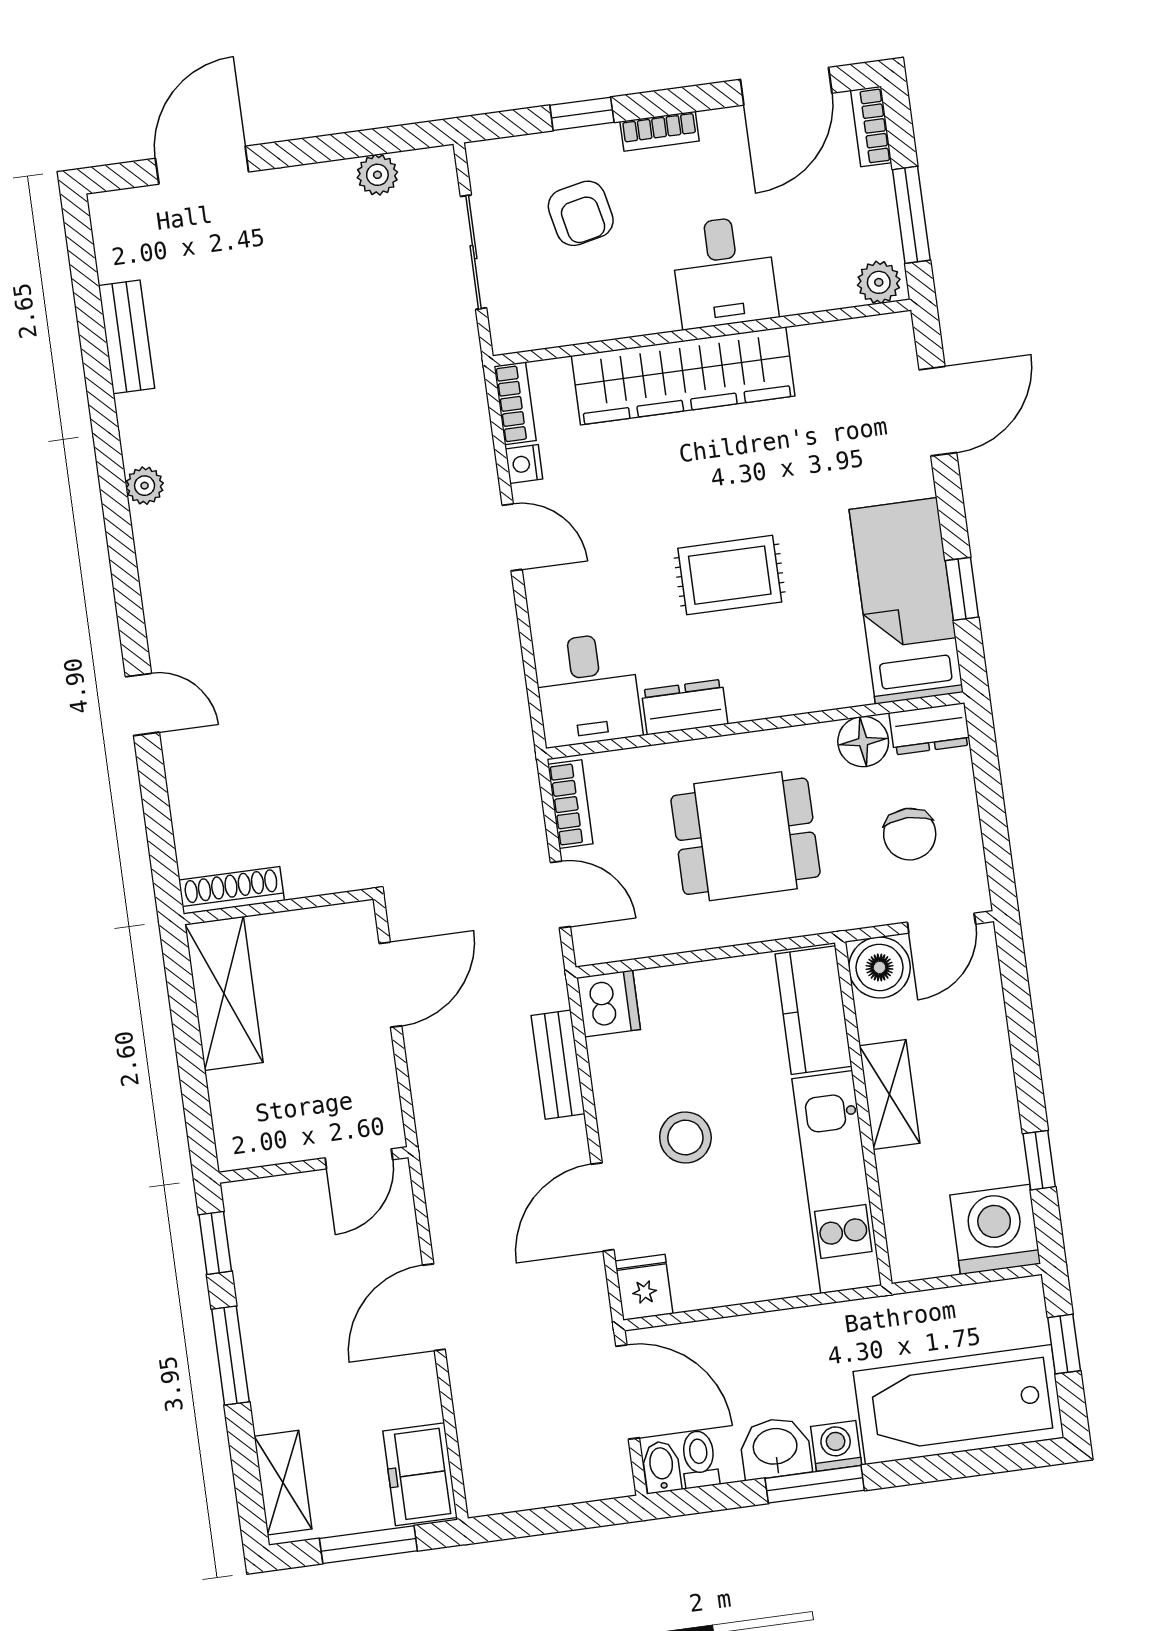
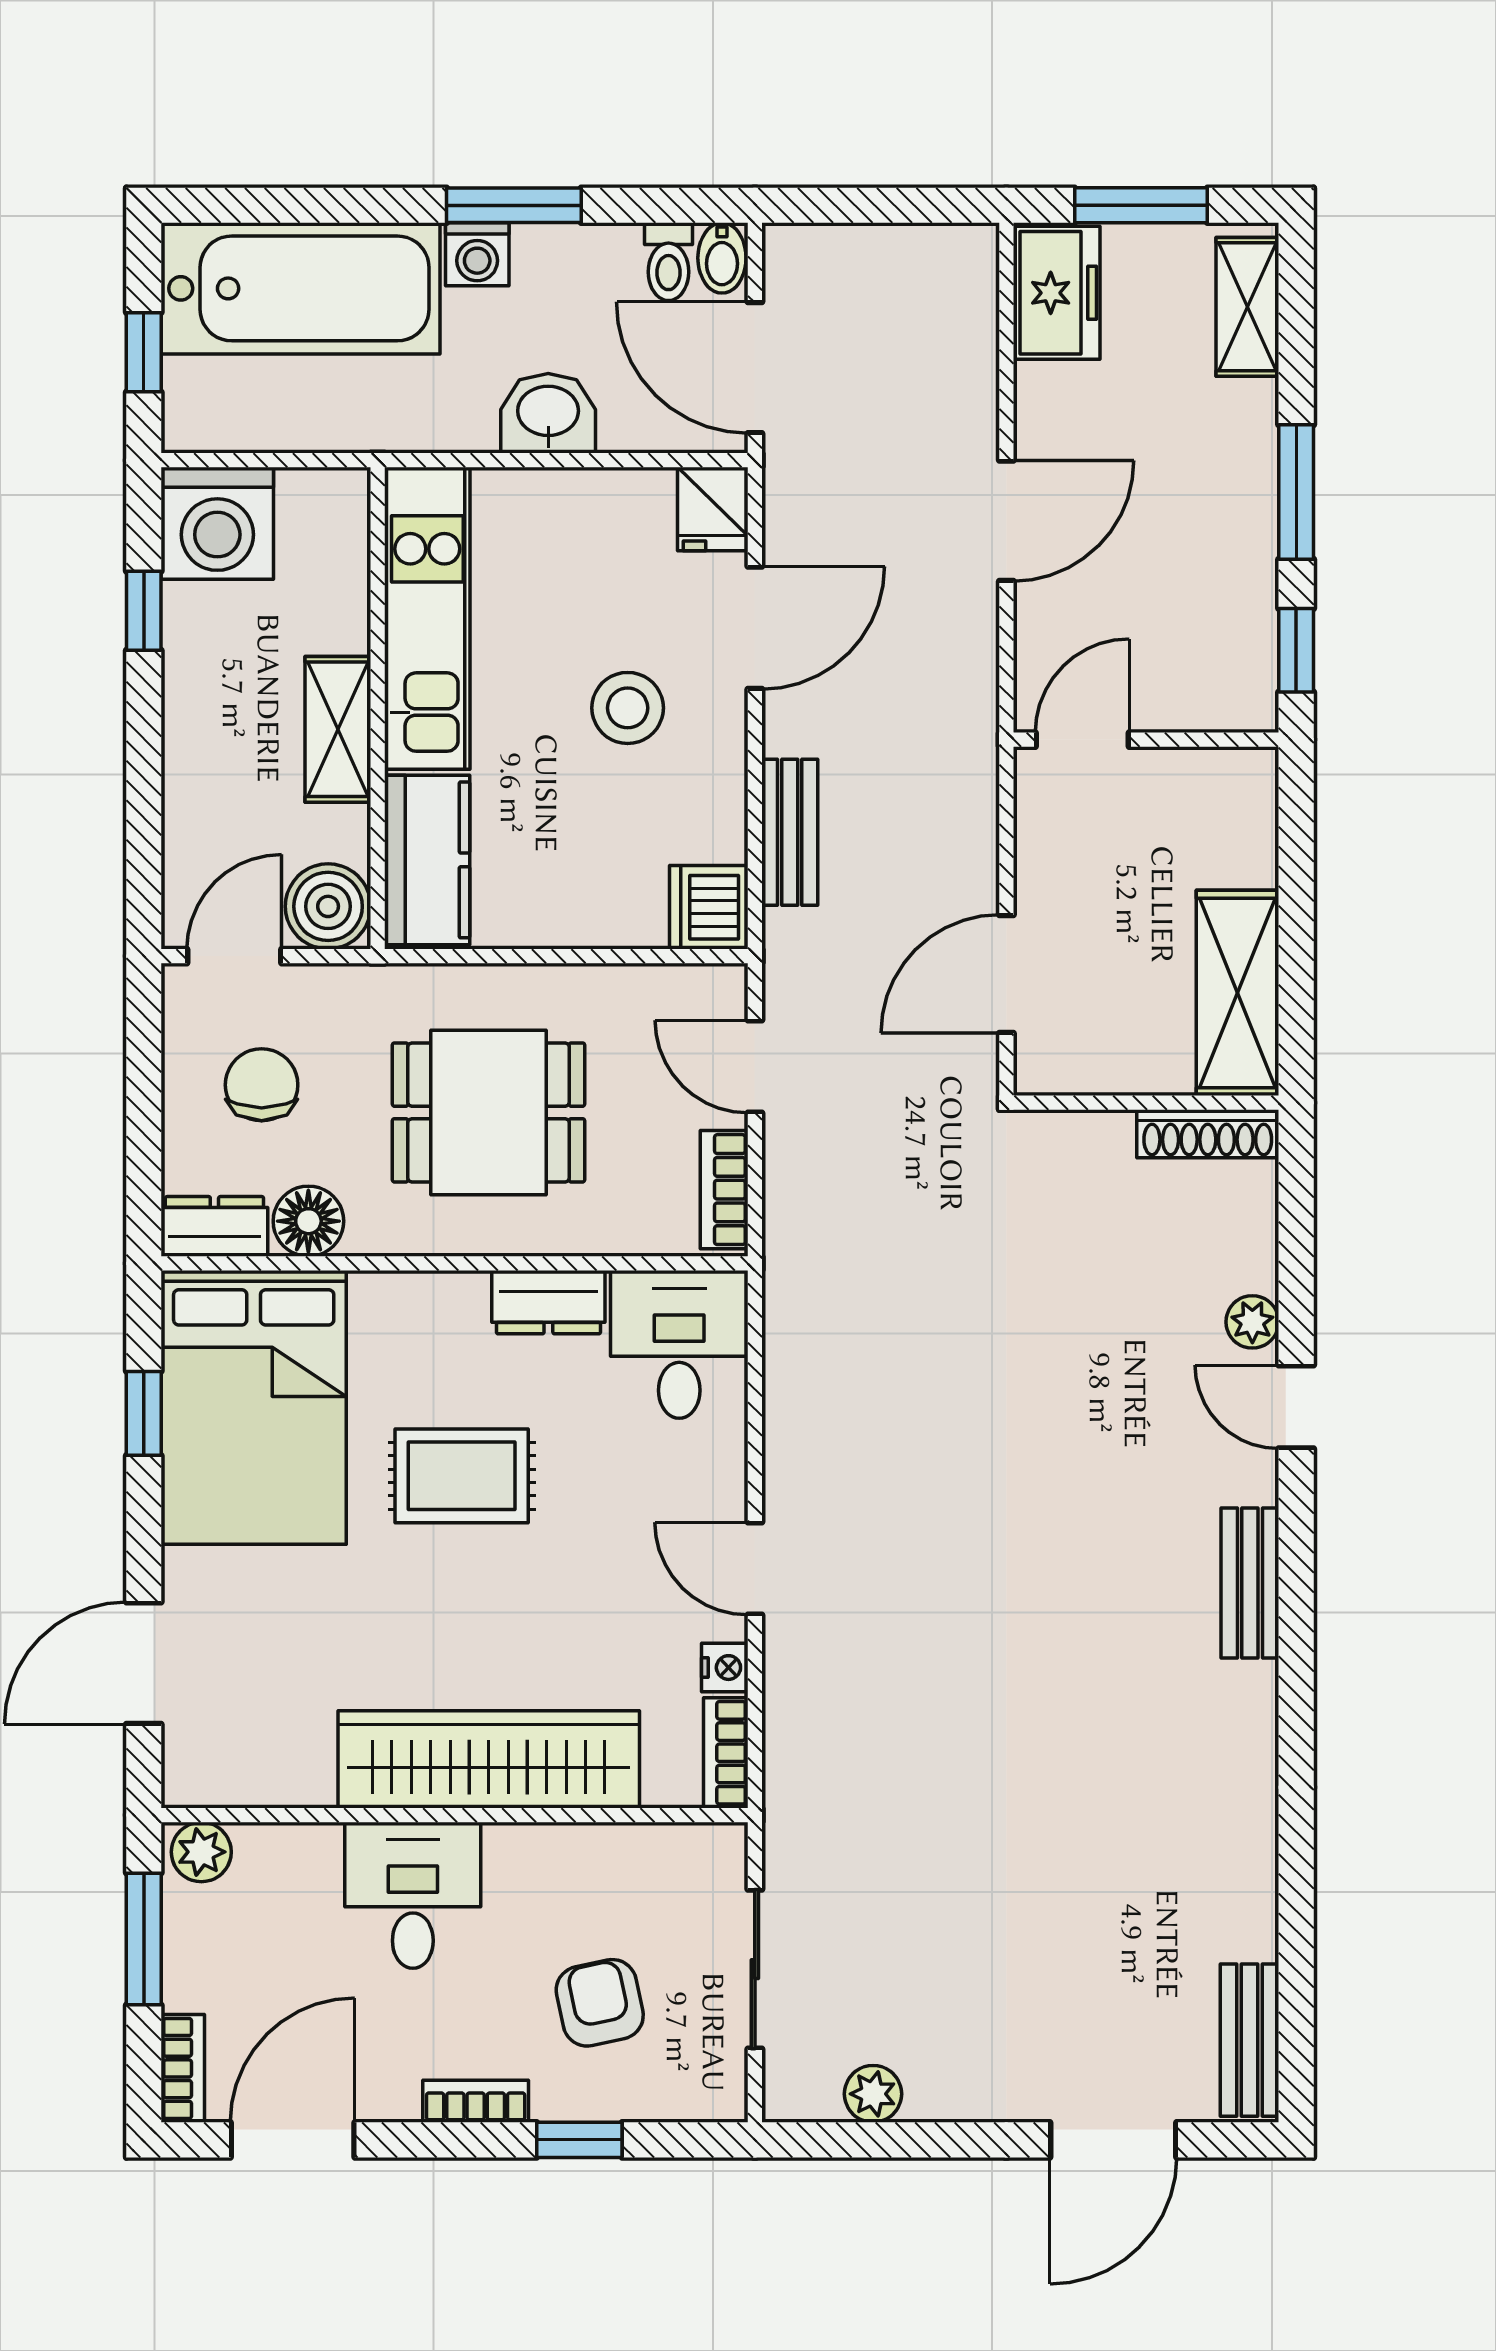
bench: (126, 337) -> (1250, 2040), moved
plant: (145, 486) -> (1252, 1322), moved
bench: (158, 575) -> (1250, 1583), added
bed: (906, 601) -> (254, 1407), width x1.50
washbasin: (775, 1448) -> (548, 413), moved, turned 180

